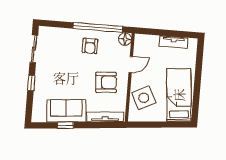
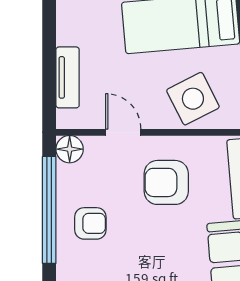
tv unit: (173, 42) -> (68, 77), moved
armchair: (106, 82) -> (166, 182), turned -86

